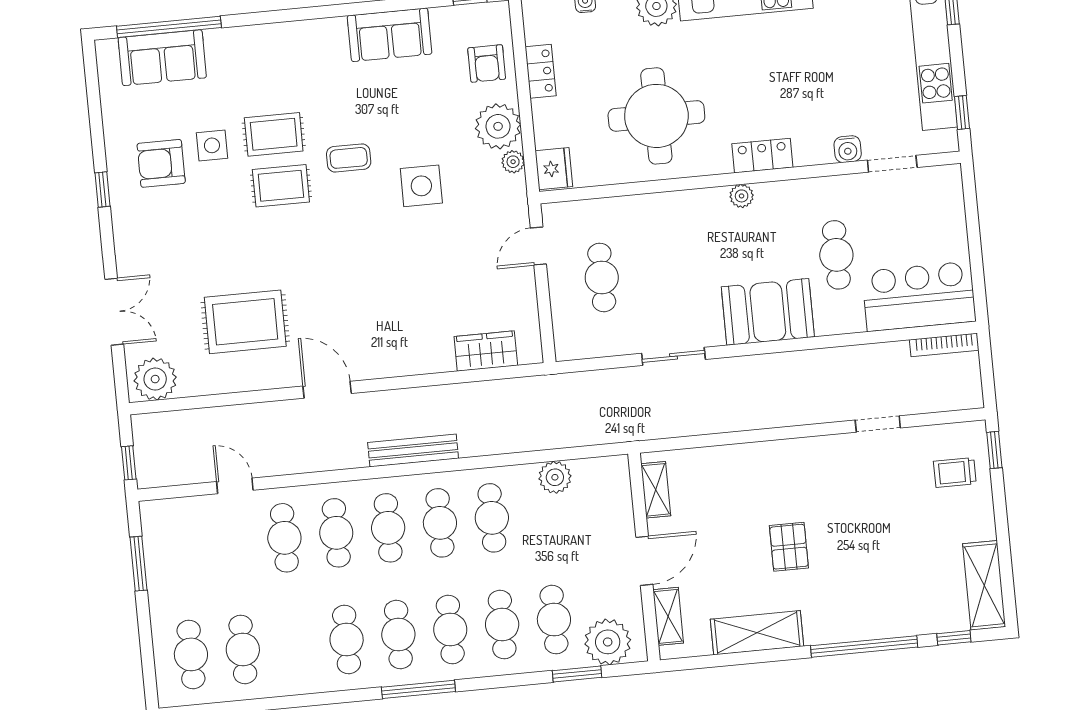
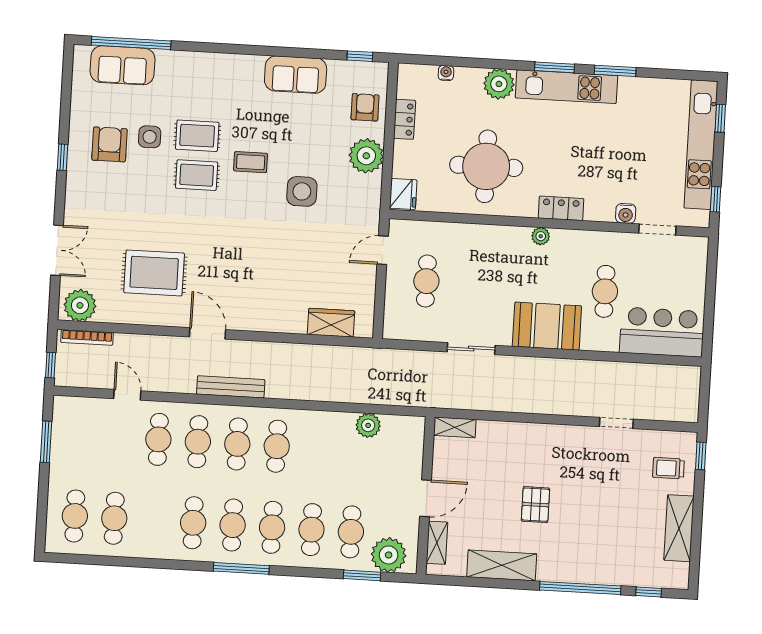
armchair: (487, 63) -> (365, 107), turned 180
plant: (513, 162) -> (373, 184), removed
armchair: (161, 163) -> (109, 144), turned 90
bookcase: (944, 345) -> (87, 337), moved
bench: (413, 450) -> (231, 387), moved
shelving: (656, 490) -> (455, 427), moved, turned 90
cafe table: (492, 518) -> (316, 448), removed
shelving: (984, 585) -> (679, 528), moved

